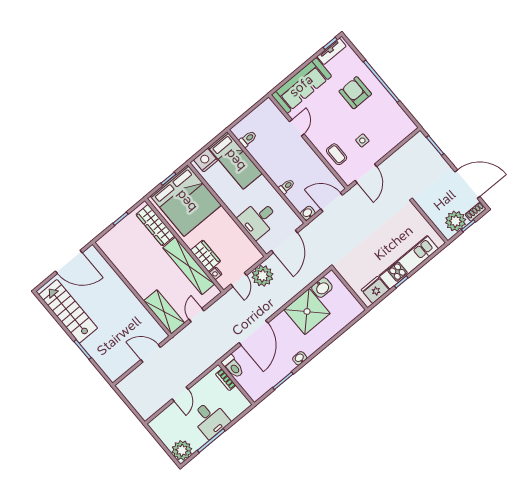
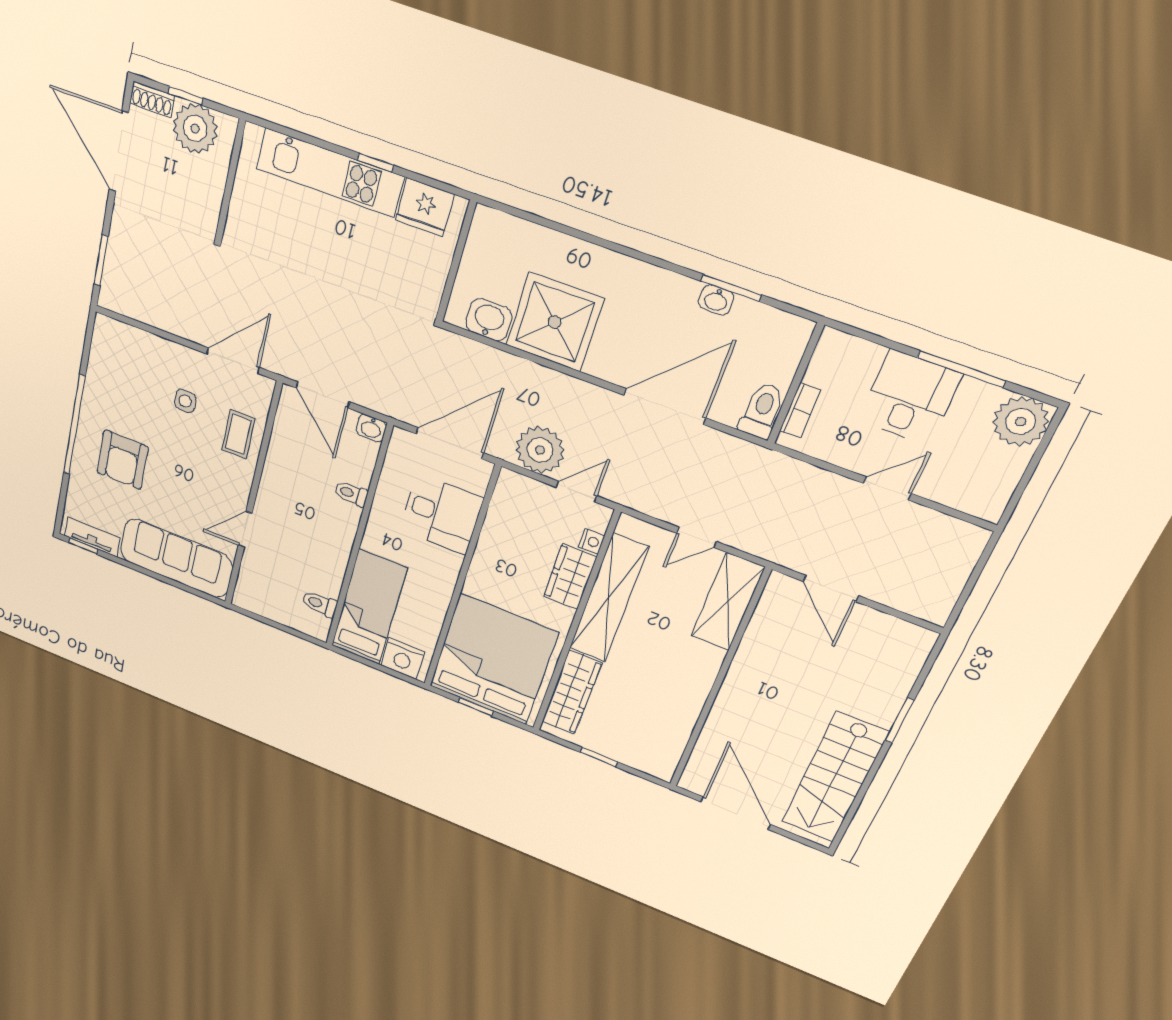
washbasin: (300, 358) -> (716, 300), moved

